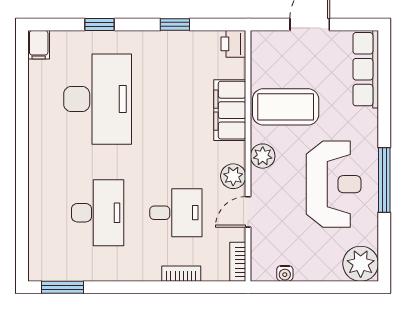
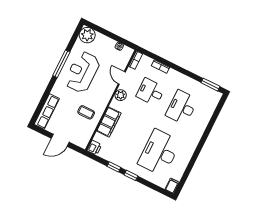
window: (99, 24) -> (131, 175), moved
coffee table: (286, 107) -> (86, 112), width x0.54, depth x0.58
plant: (263, 156) -> (105, 97), removed
door: (248, 212) -> (122, 78), swing flipped

